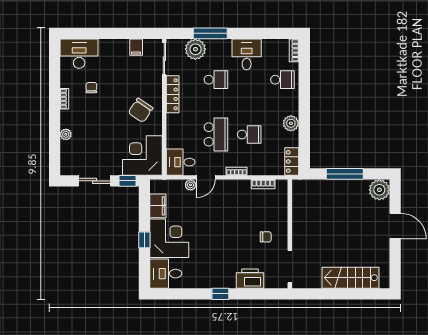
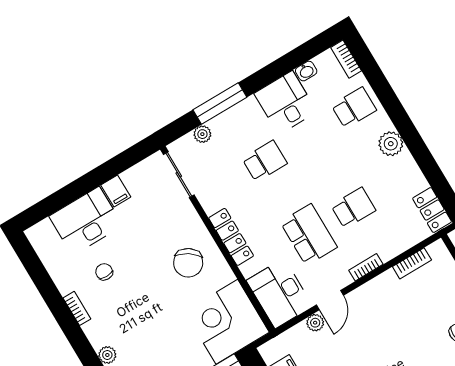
washbasin: (268, 44) -> (306, 71), added
filing cabinet: (136, 47) -> (116, 191), moved
plant: (195, 49) -> (202, 134), width x0.53, depth x0.53
desk: (79, 54) -> (86, 221), moved
locker: (173, 94) -> (231, 237), moved
plant: (291, 123) -> (391, 144), moved
desk: (181, 162) -> (280, 293), width x1.37

